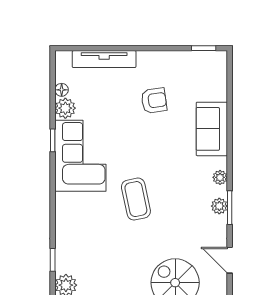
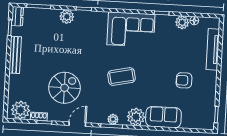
armchair: (154, 101) -> (184, 80), turned 98
corner sofa: (80, 156) -> (131, 29), moved
plant: (220, 177) -> (136, 117), width x1.87, depth x1.87
coffee table: (136, 199) -> (121, 77), moved

